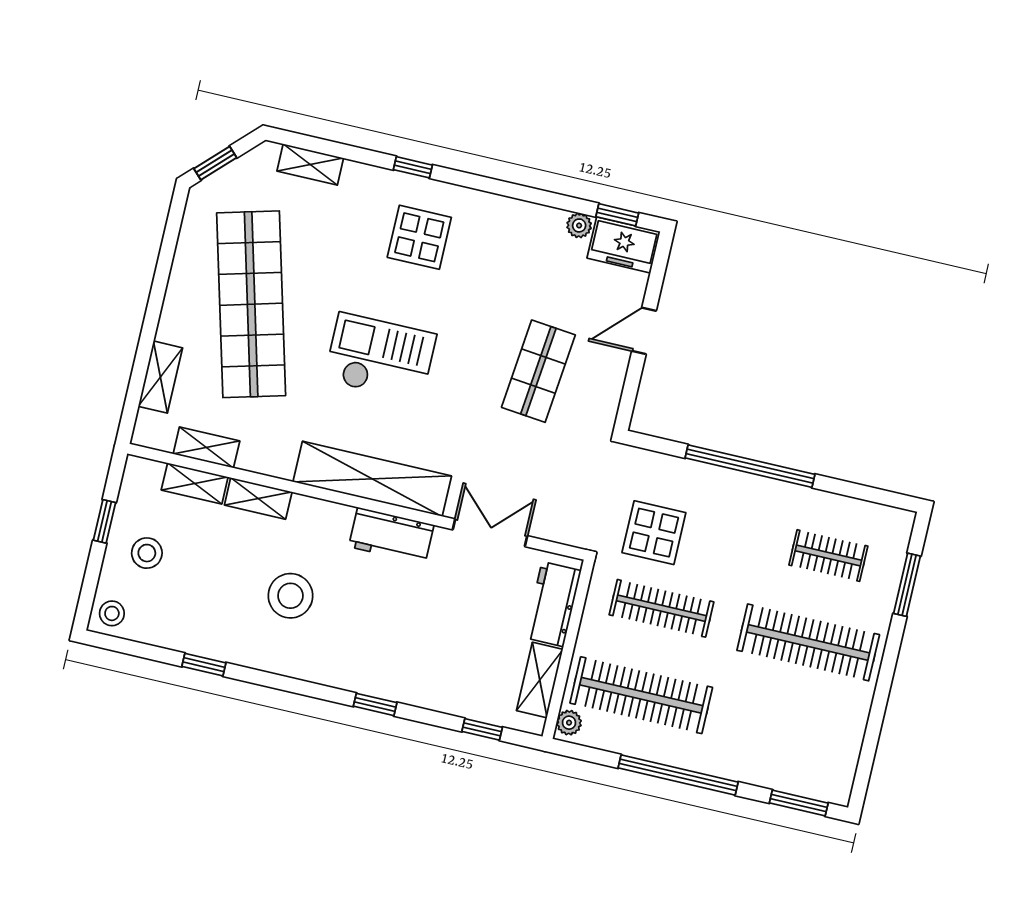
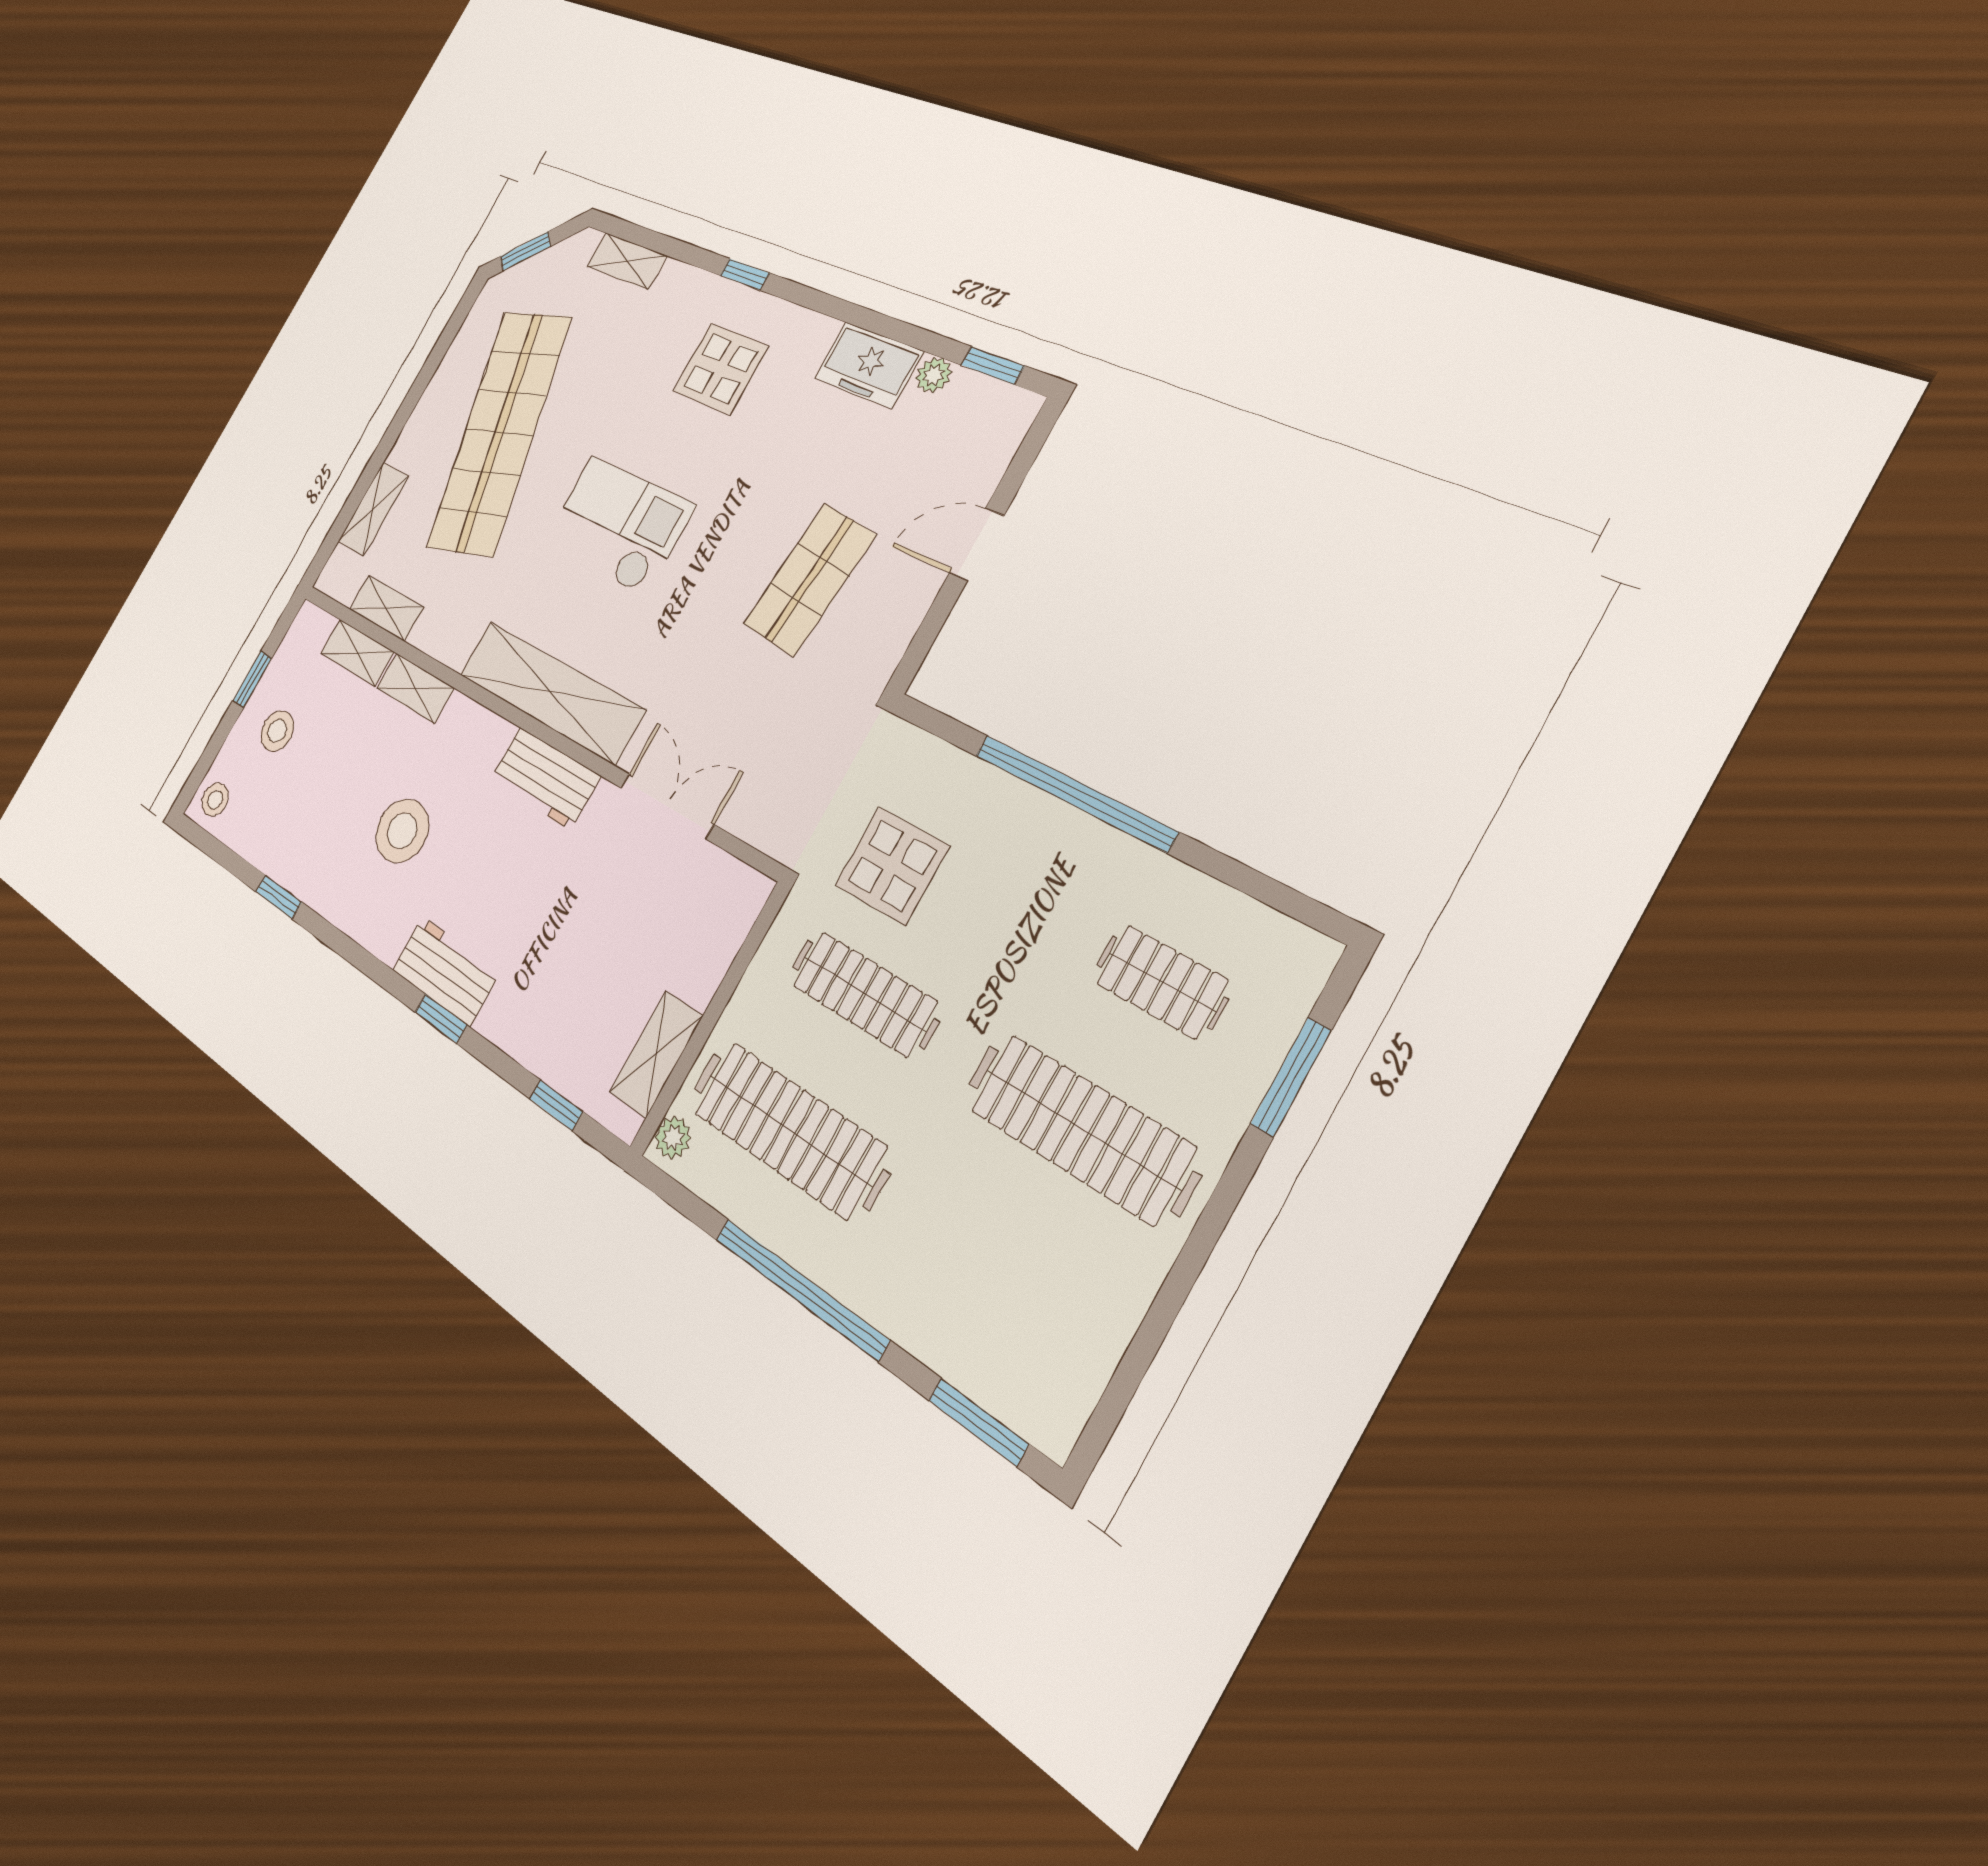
freezer: (624, 245) -> (869, 365), moved
workbench: (553, 604) -> (446, 971), moved, turned 90

